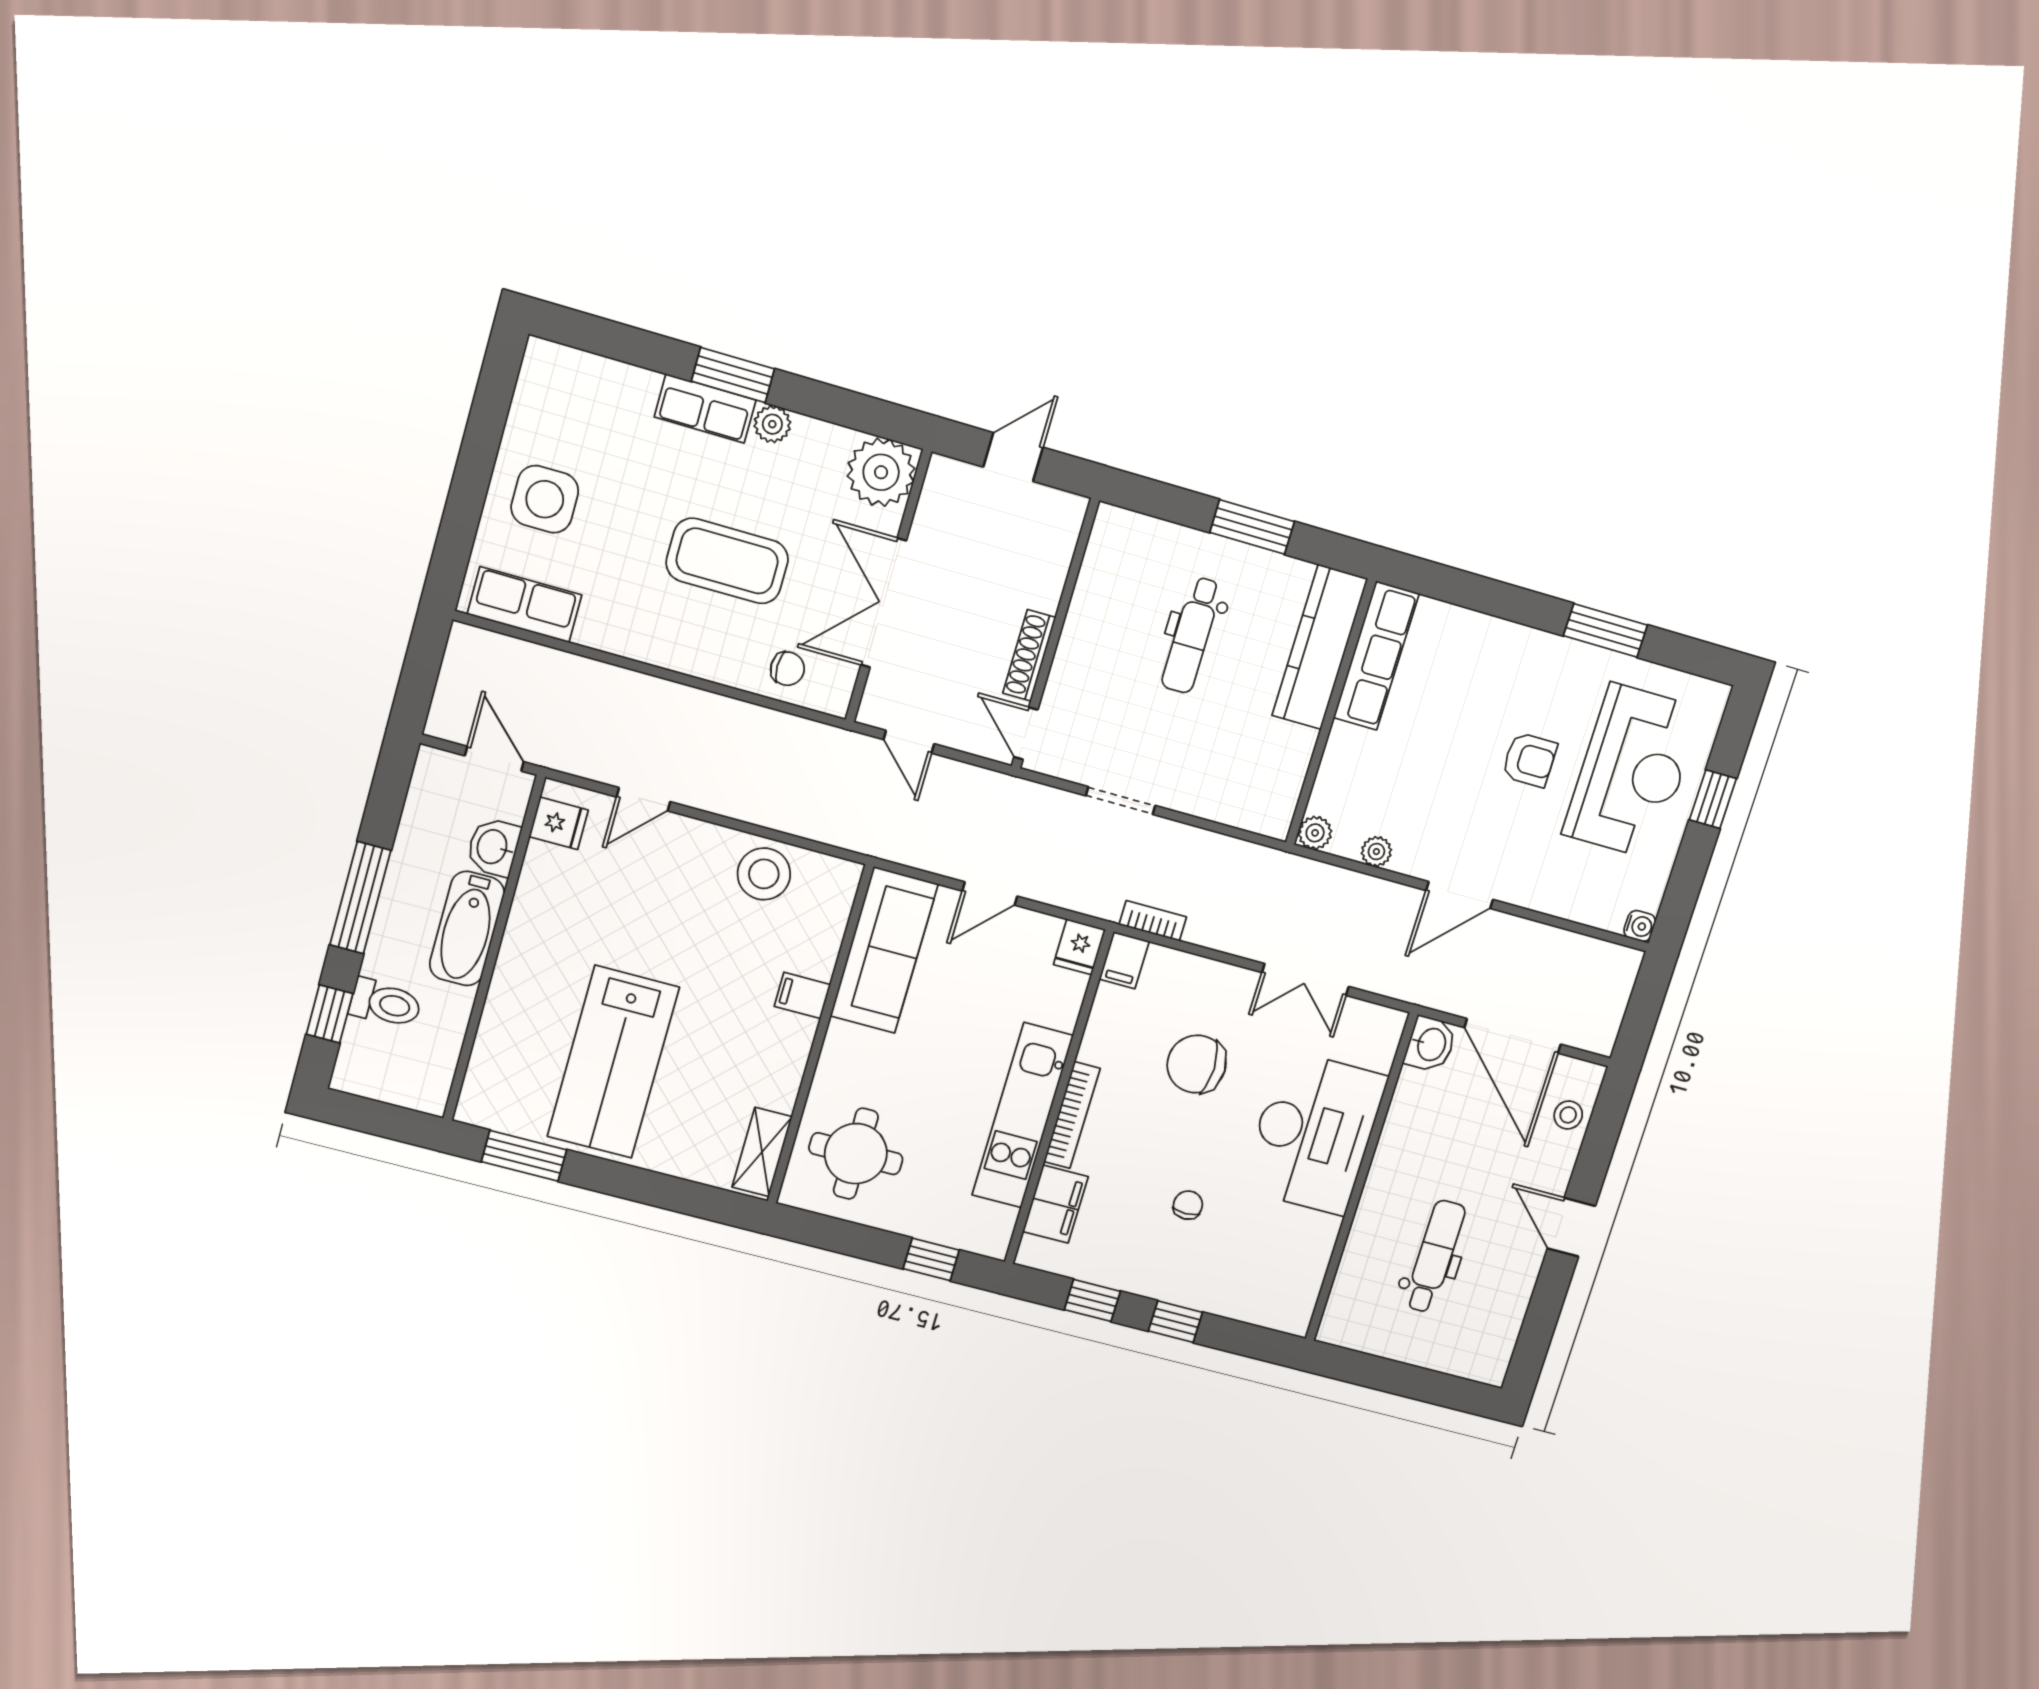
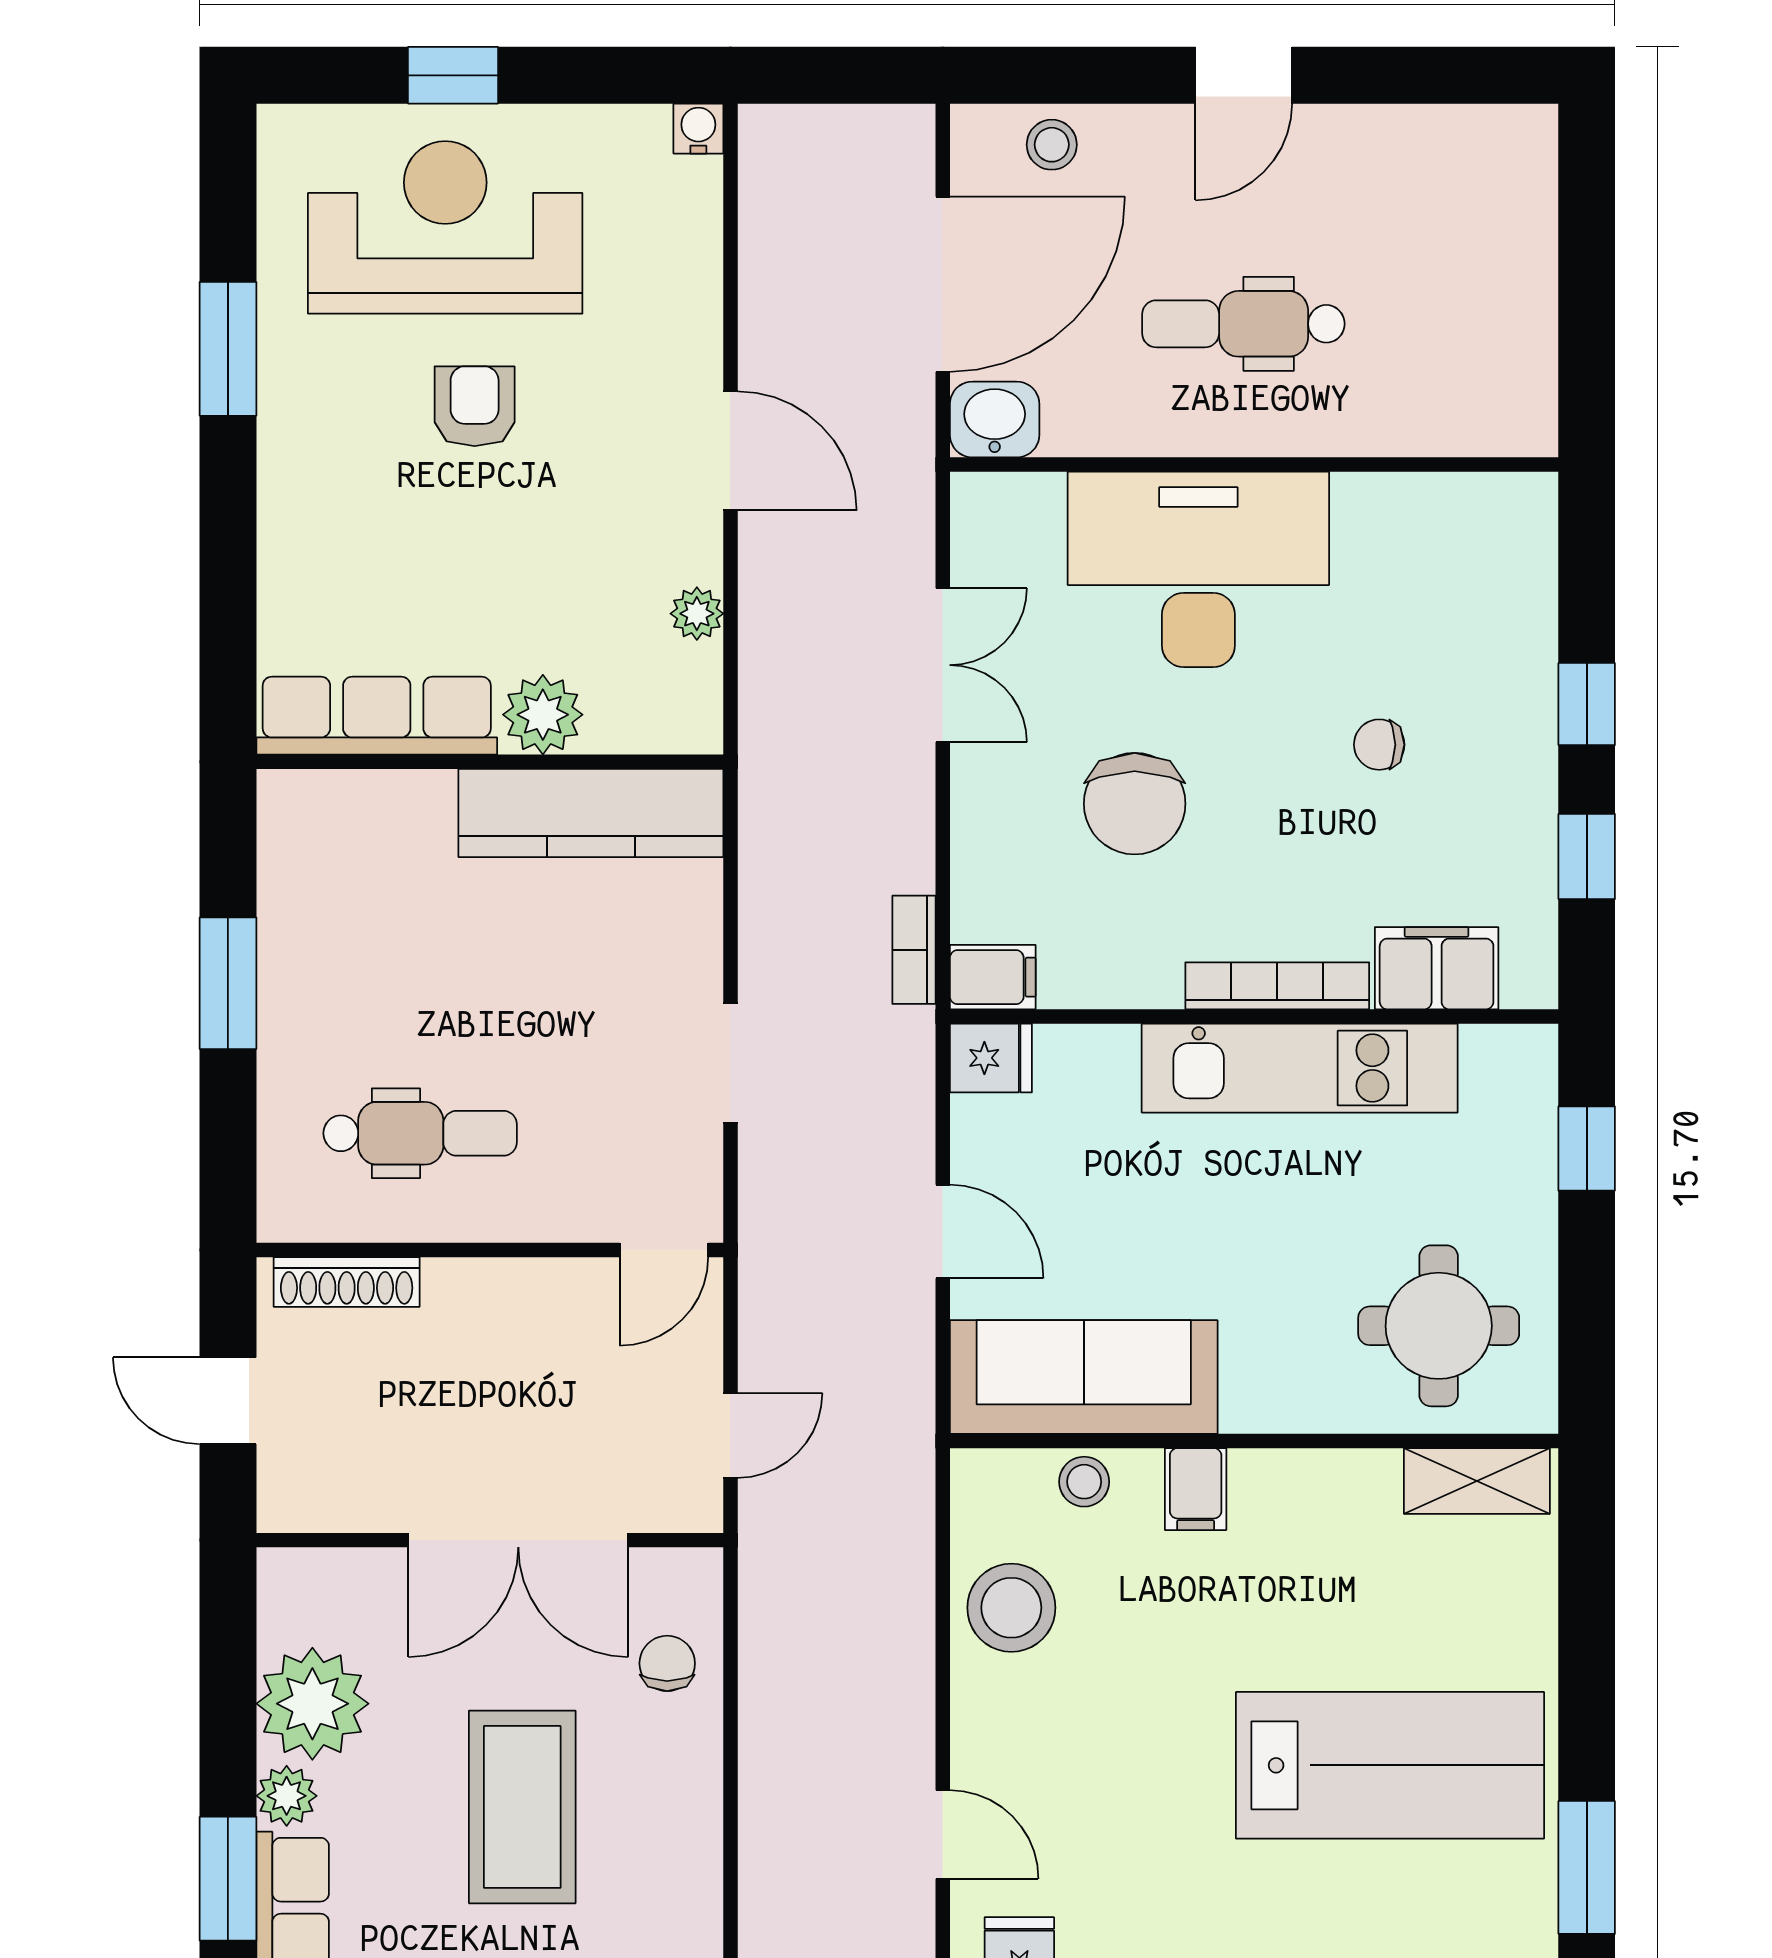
plant: (881, 472) -> (312, 1704), moved
dental chair: (1192, 635) -> (420, 1133), moved
kitchen counter: (1320, 647) -> (591, 813), moved
shoe rack: (1029, 655) -> (347, 1282), moved
plant: (1315, 833) -> (543, 715), moved, width x1.38, depth x1.38
stool: (824, 934) -> (1084, 1482), added
dental chair: (1435, 1256) -> (1243, 324), moved

